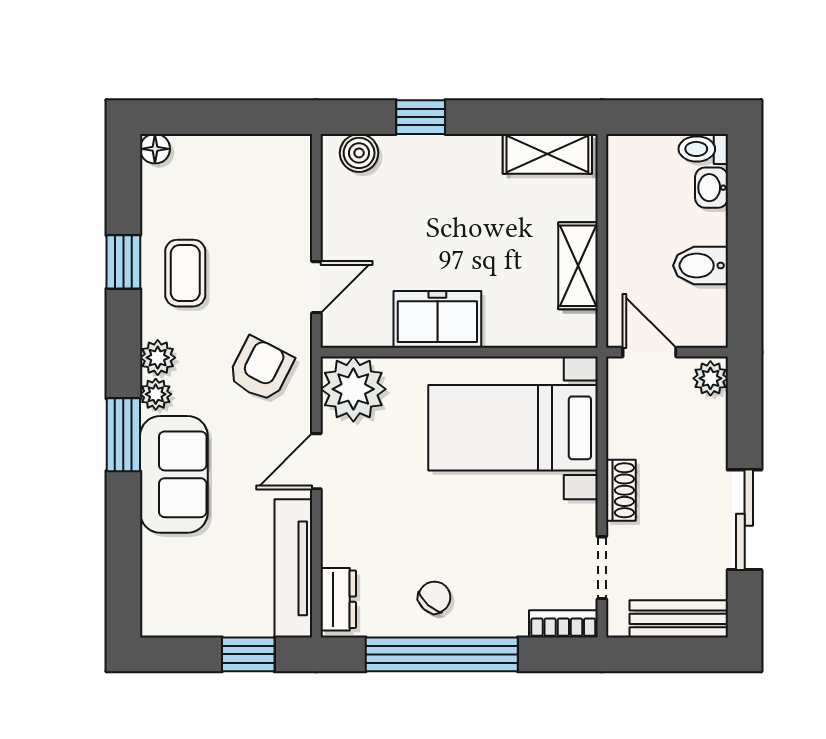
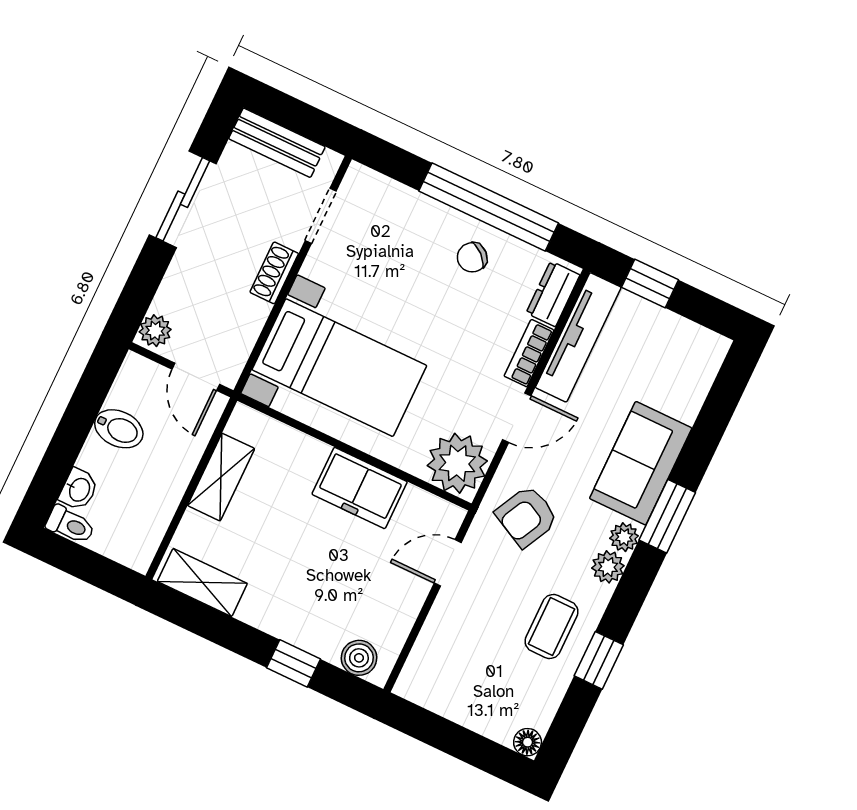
bookcase: (563, 624) -> (529, 353), moved, turned 90

